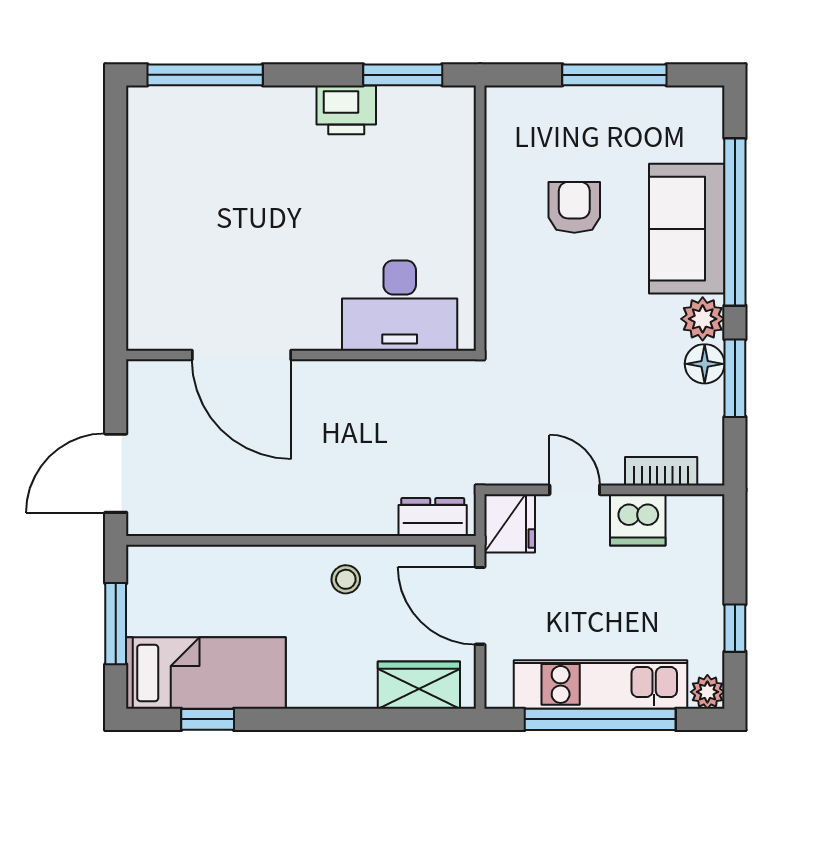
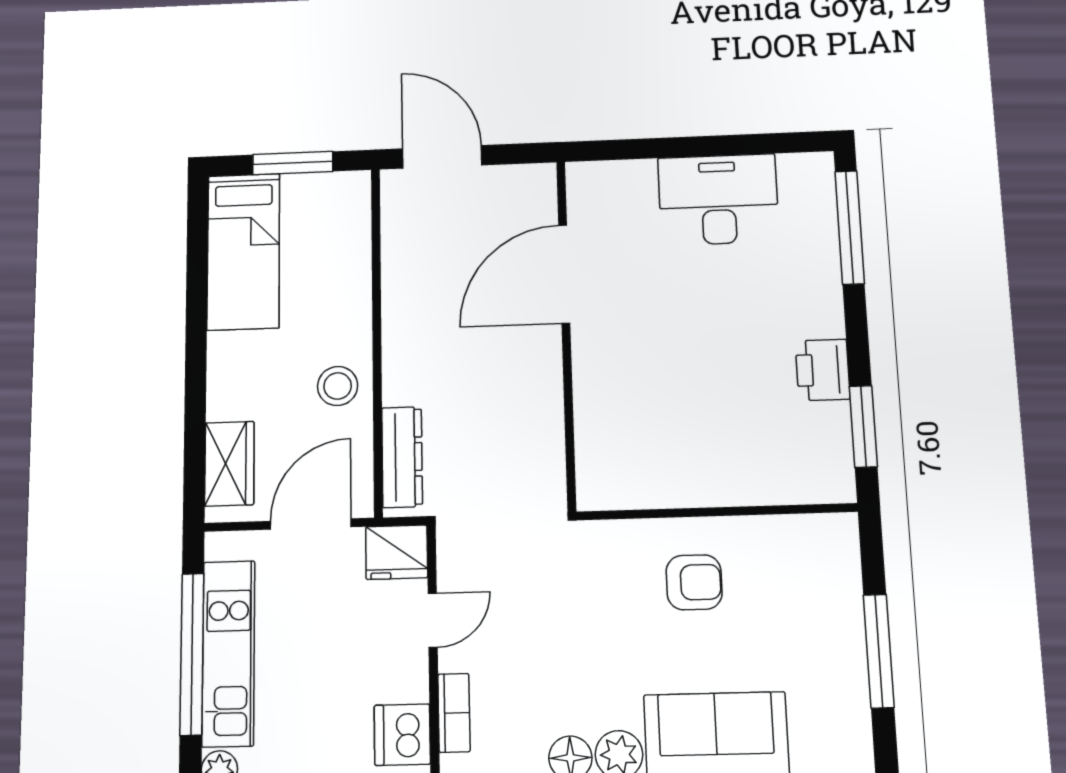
armchair: (574, 207) -> (694, 582), moved
desk: (400, 306) -> (718, 200), moved, turned 90
dresser: (433, 517) -> (402, 457), width x1.44
dishwasher: (638, 520) -> (402, 735), moved
stool: (346, 579) -> (338, 386), width x1.37, depth x1.37
window: (208, 719) -> (197, 255), removed

